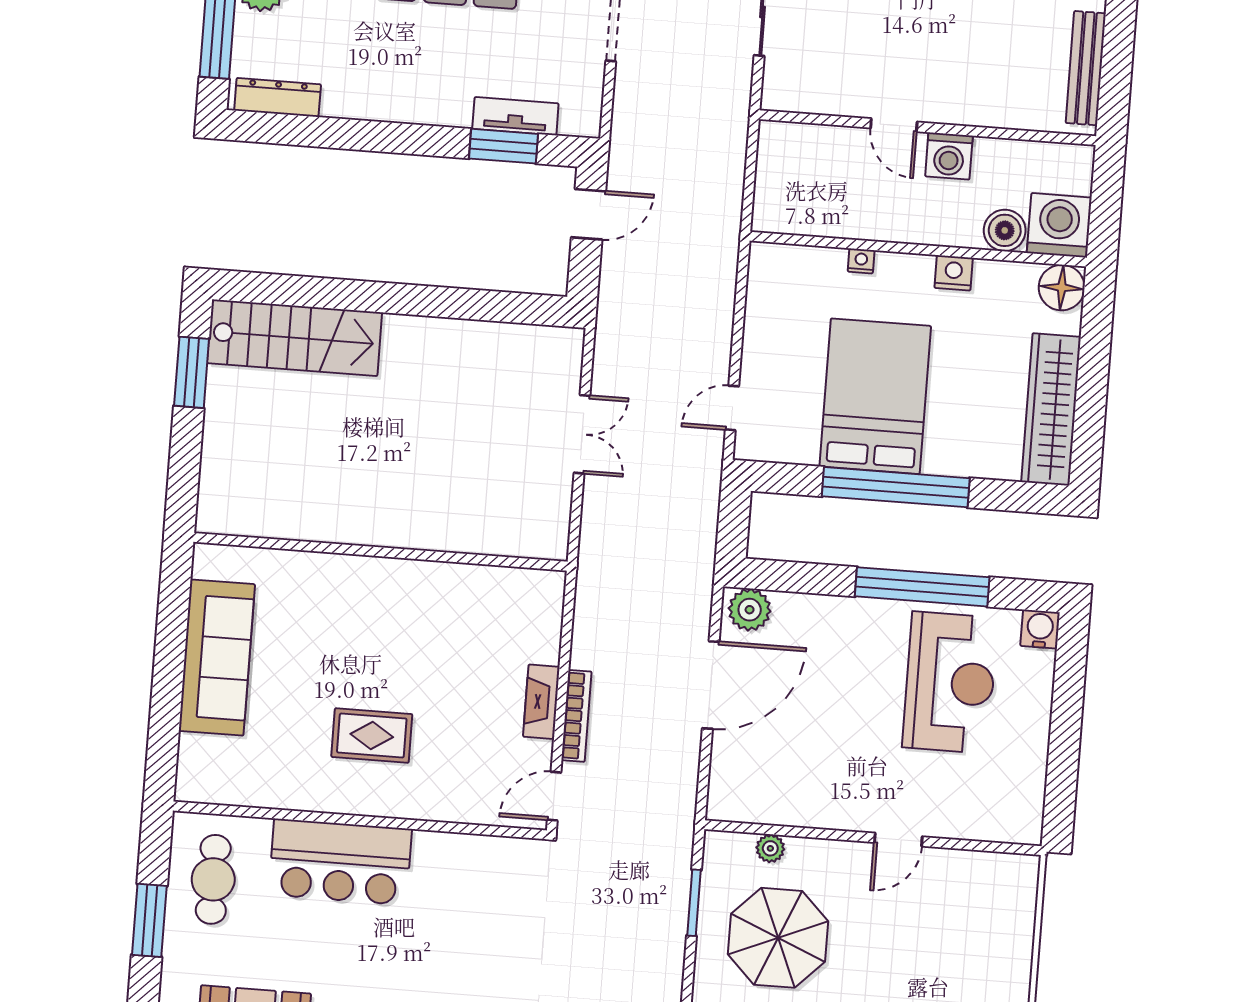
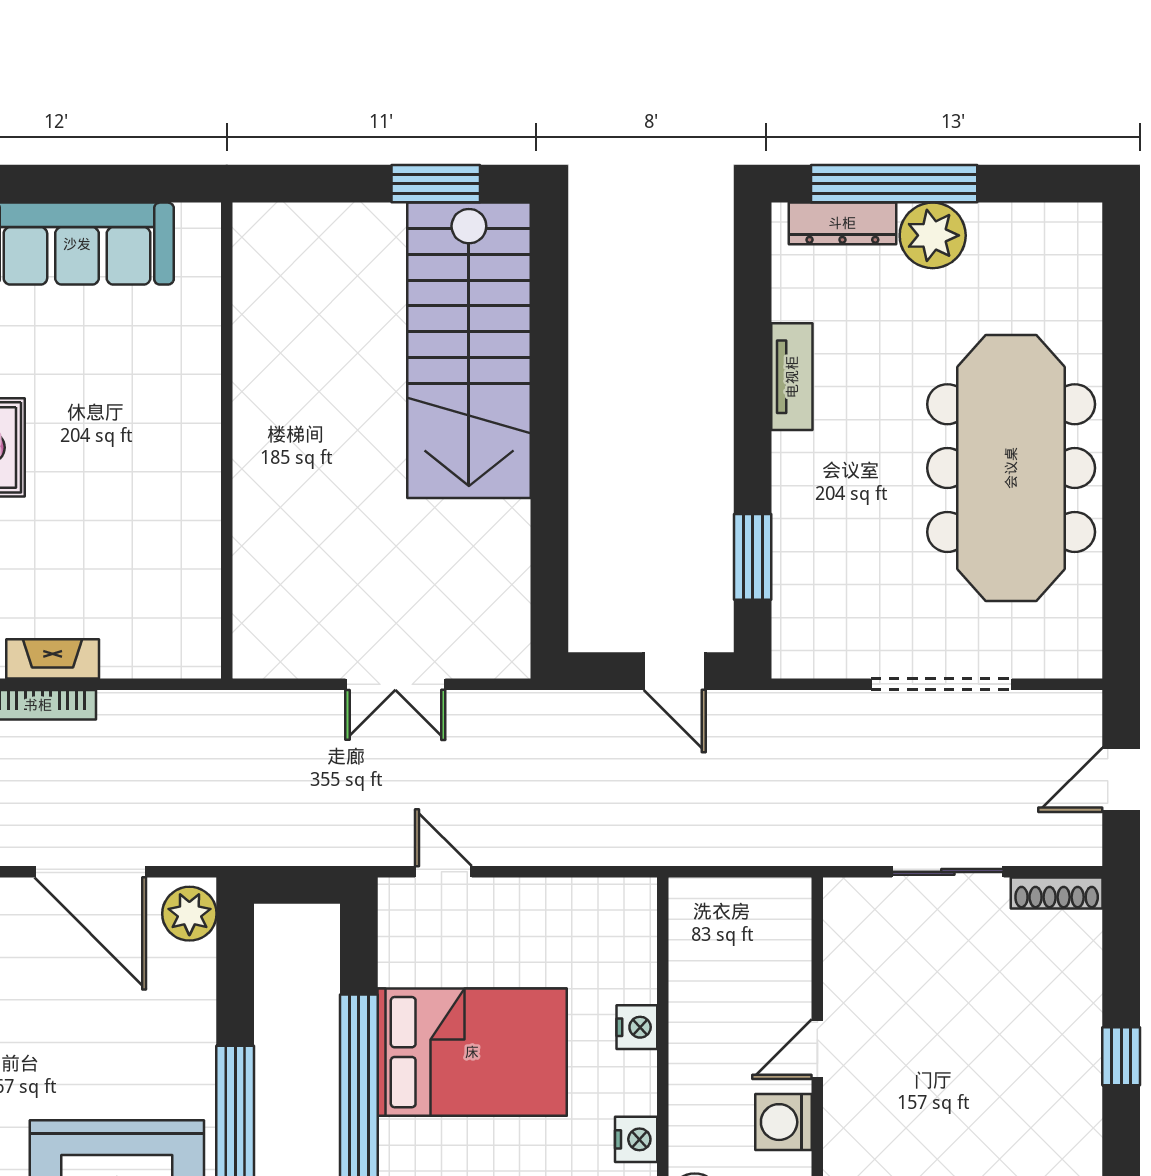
dresser: (278, 97) -> (842, 223), moved, turned 90
tv unit: (515, 116) -> (792, 377), moved
nightstand: (861, 261) -> (637, 1027), width x1.39, depth x1.35
stairs: (295, 338) -> (469, 350), width x1.36, depth x1.51

